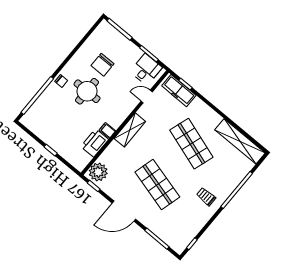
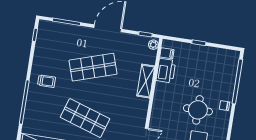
filing cabinet: (107, 130) -> (167, 53), moved
shelving: (130, 130) -> (146, 81), moved
plant: (98, 172) -> (153, 45), width x0.53, depth x0.53
shop shelf: (157, 184) -> (93, 67), turned -33

